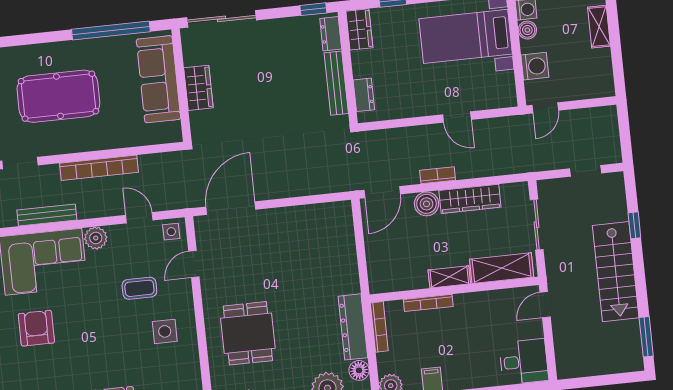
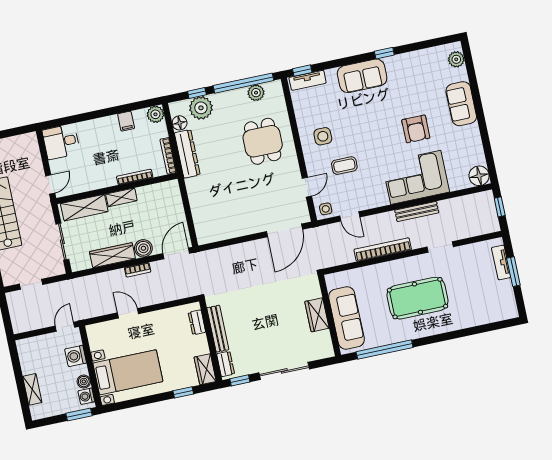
sliding door: (222, 19) -> (284, 371), moved
plant: (96, 238) -> (380, 199), removed

